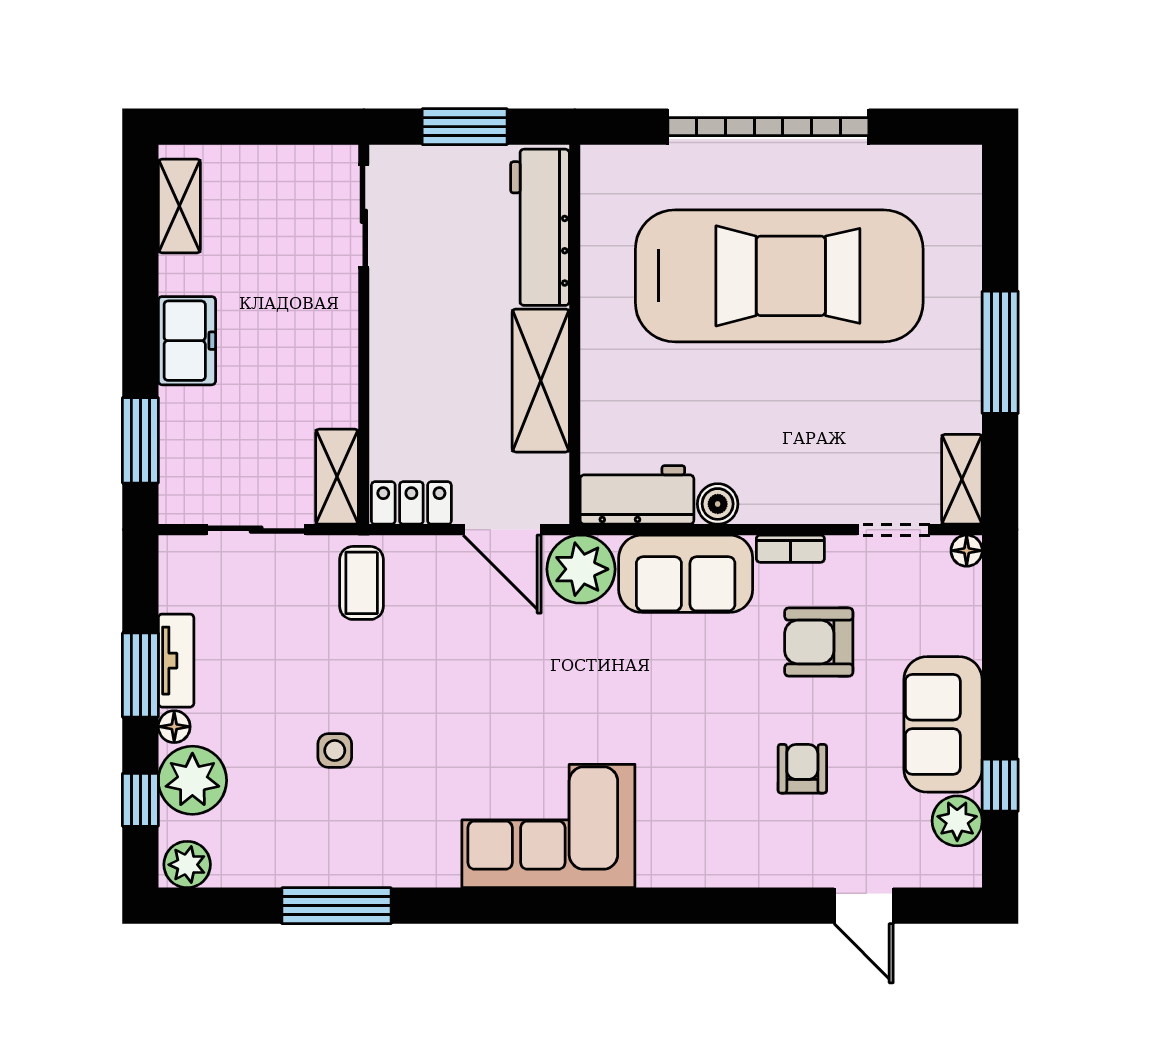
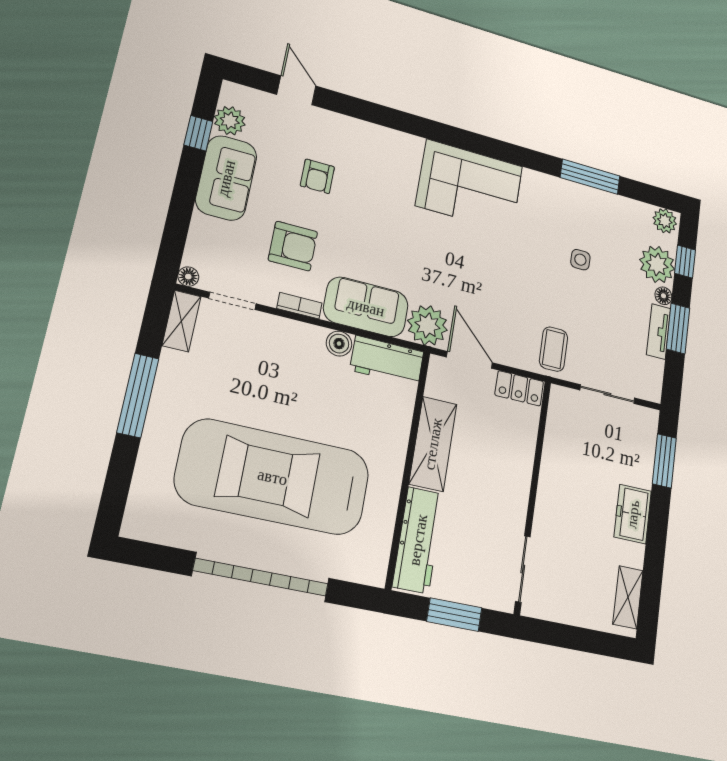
shelving: (337, 477) -> (559, 414), removed

